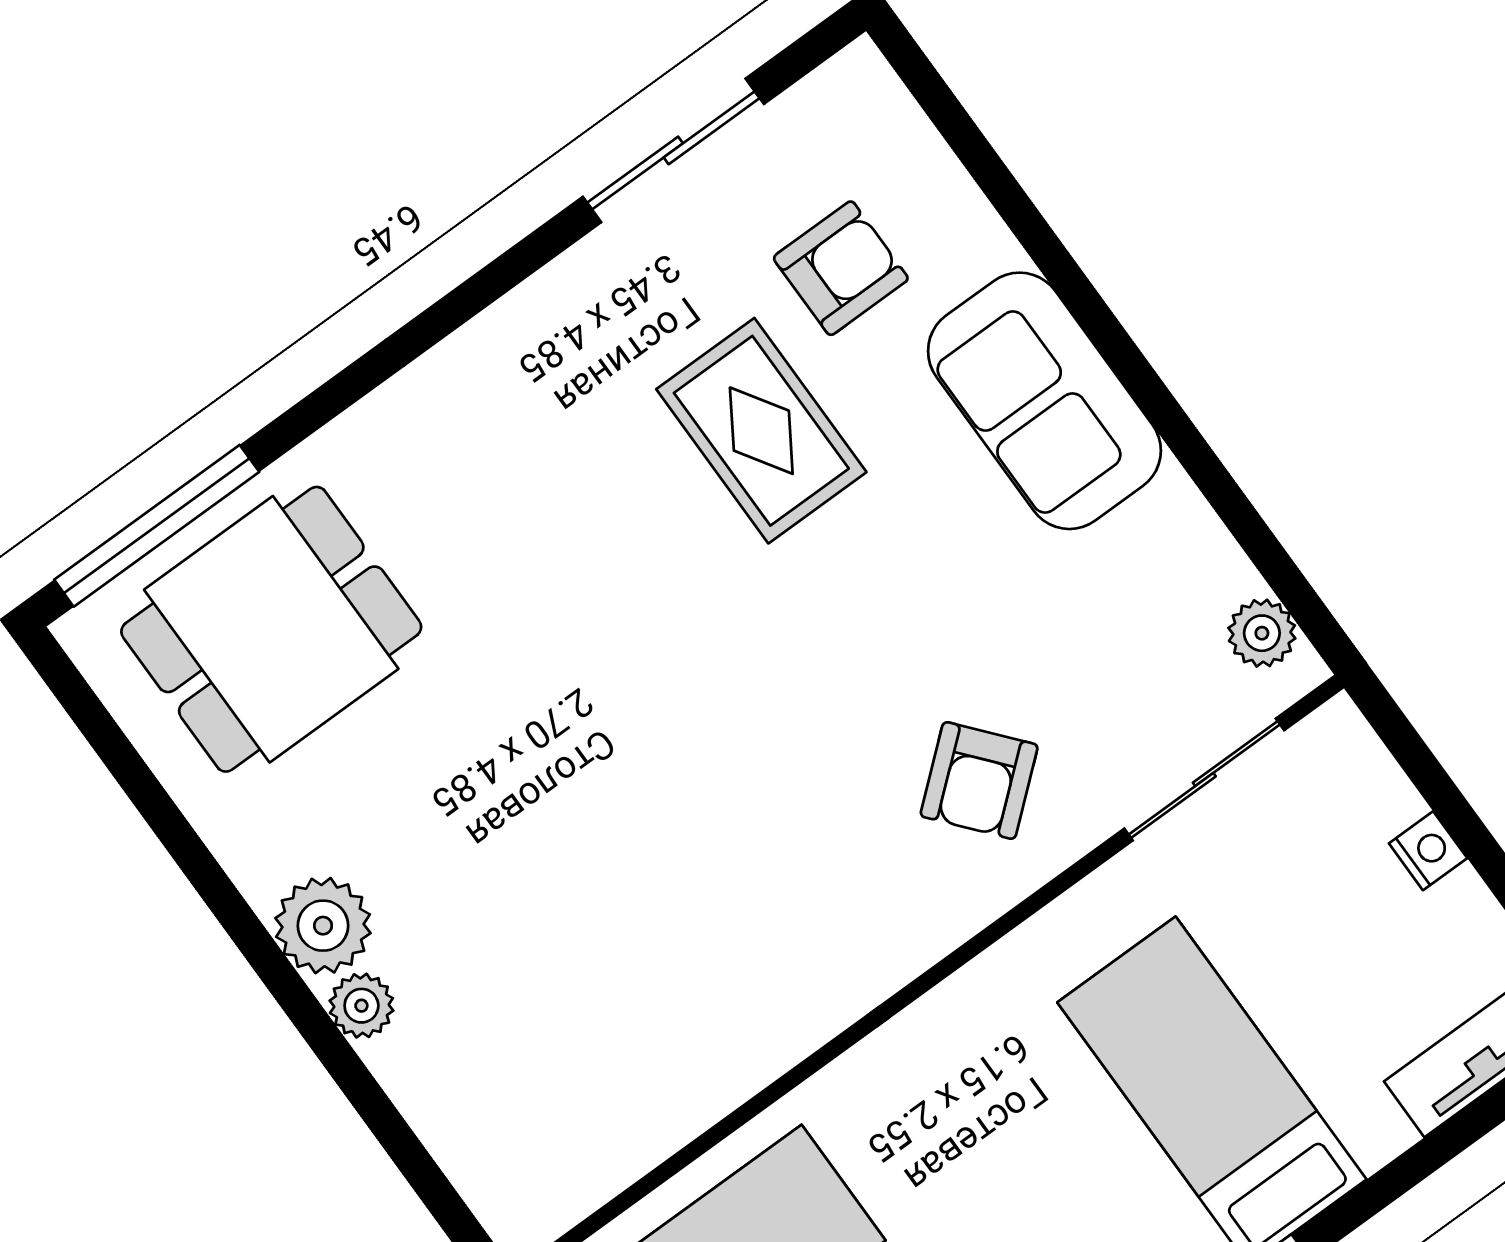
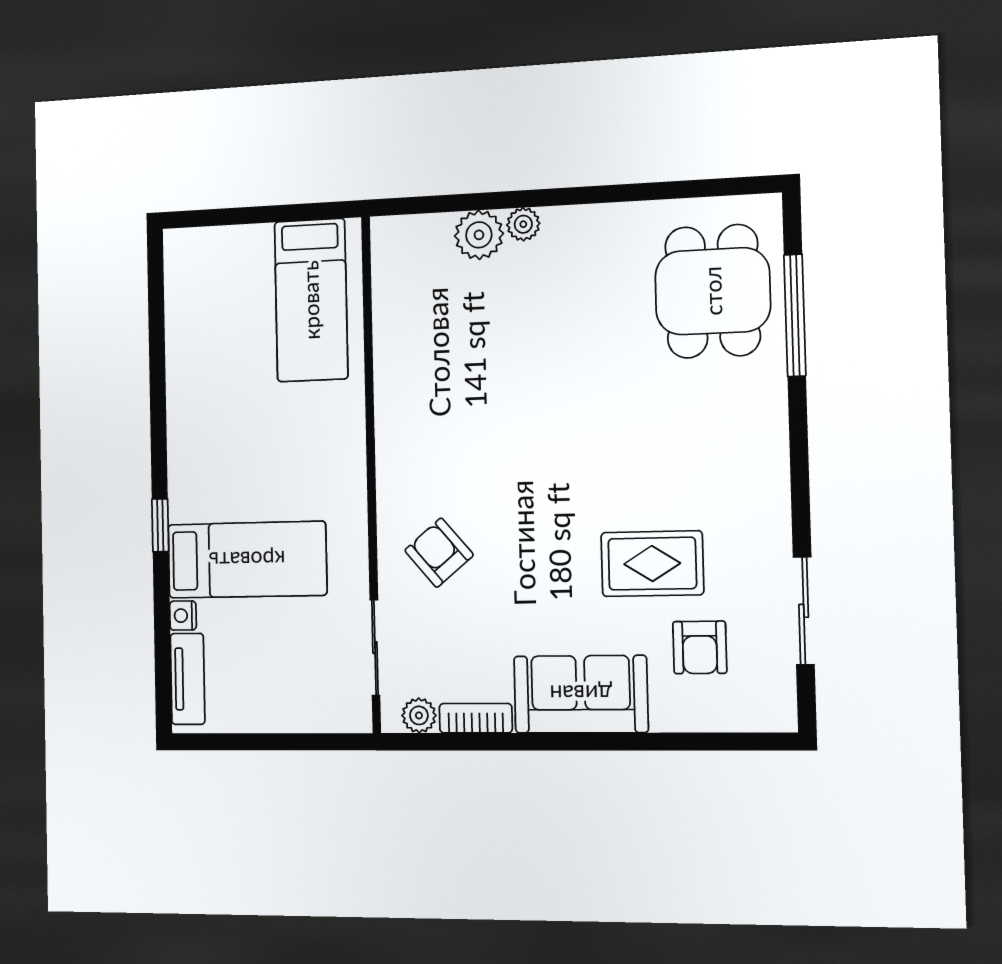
window: (157, 526) -> (795, 315), moved
bookcase: (1201, 540) -> (476, 718), added
nightstand: (1428, 851) -> (183, 616), moved, turned 90
plant: (323, 926) -> (479, 235), moved

